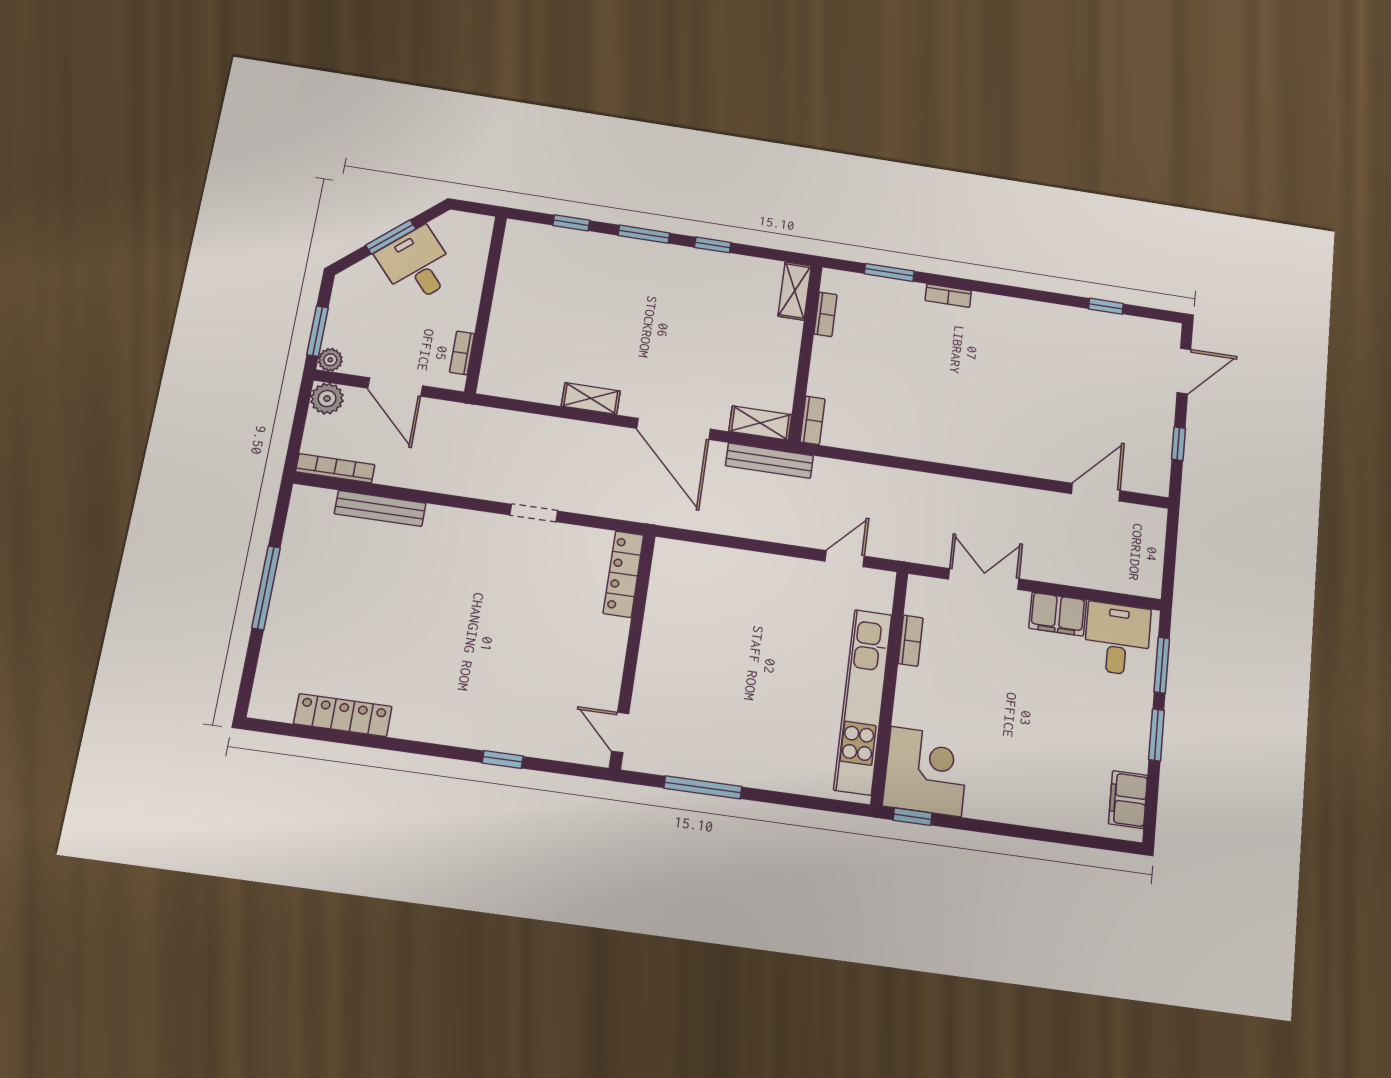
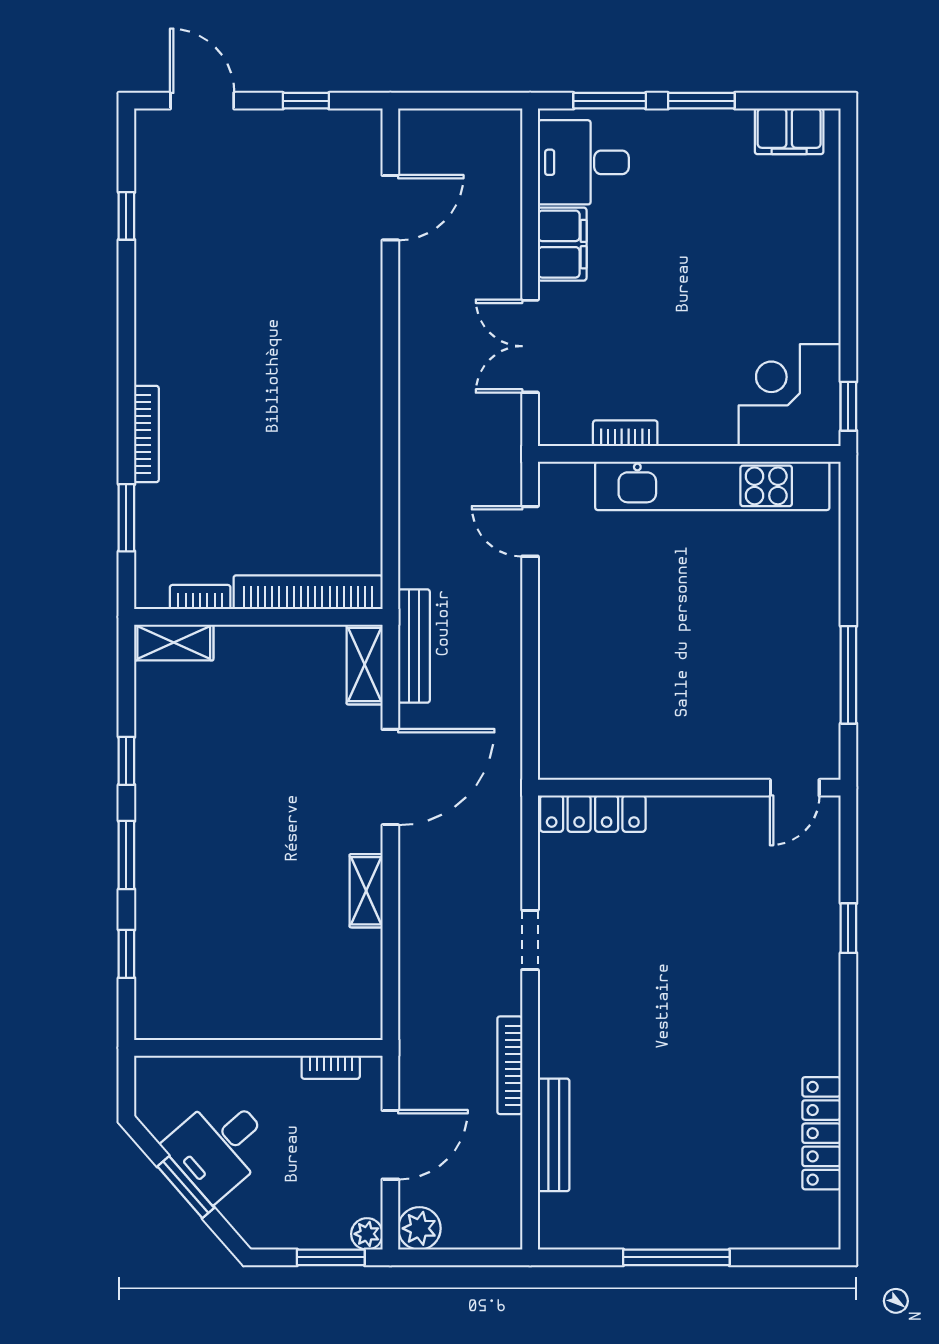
bookcase: (948, 296) -> (147, 434), width x1.56
bookcase: (812, 420) -> (308, 592), width x2.31, depth x1.31
bookcase: (335, 468) -> (510, 1065), moved
door: (1096, 492) -> (390, 208), swing flipped

